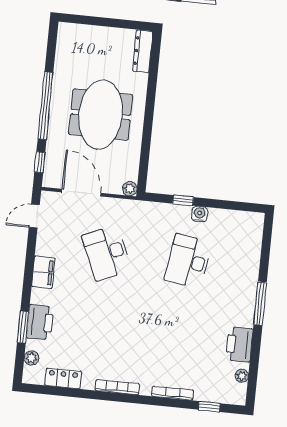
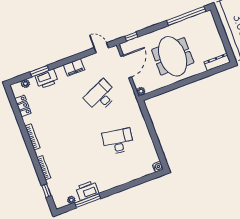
window: (45, 106) -> (186, 16), moved
meeting table: (101, 115) -> (173, 56), turned 90
window: (183, 200) -> (149, 123), removed
water cooler: (200, 214) -> (158, 167), moved
window: (260, 304) -> (88, 201), moved

